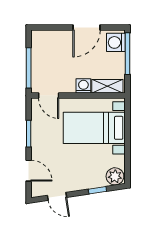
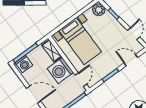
door: (86, 28) -> (34, 95), moved
washing machine: (83, 86) -> (60, 70), width x1.89, depth x1.89
door: (29, 171) -> (131, 60), hinge flipped

